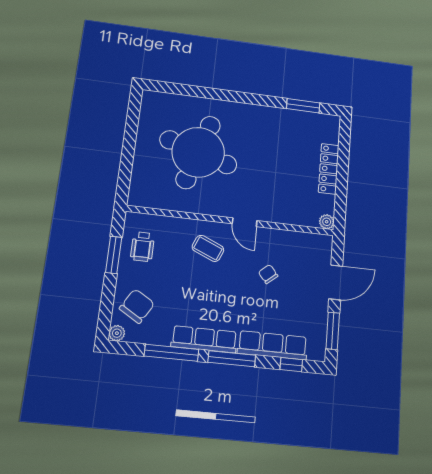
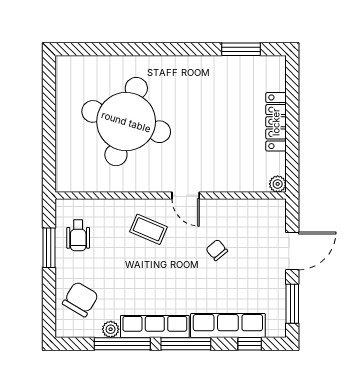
plant: (117, 333) -> (111, 329), moved

